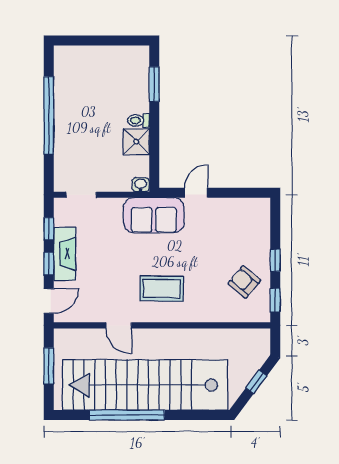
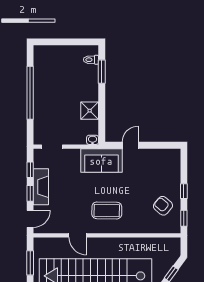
toilet: (138, 120) -> (91, 60), moved

